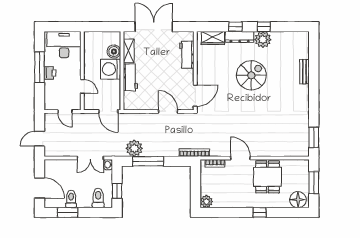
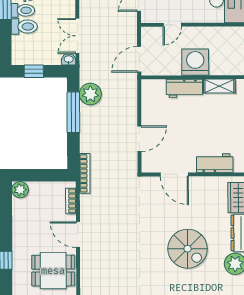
boiler: (114, 51) -> (219, 66), removed
door: (195, 96) -> (174, 174), moved
door: (241, 158) -> (78, 235), swing flipped
toilet: (98, 198) -> (24, 27), moved

